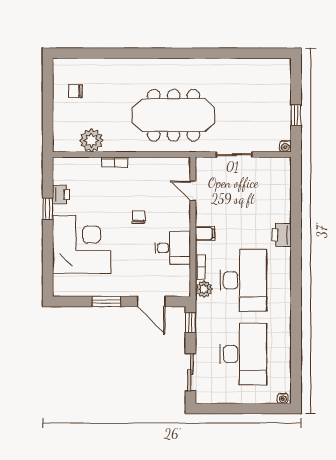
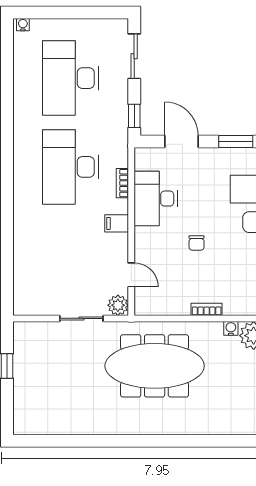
water cooler: (285, 146) -> (231, 328), moved
bookcase: (115, 162) -> (207, 309), moved
printer: (281, 235) -> (24, 222), removed
desk: (173, 248) -> (156, 199), width x1.37
plant: (204, 289) -> (118, 305), moved

